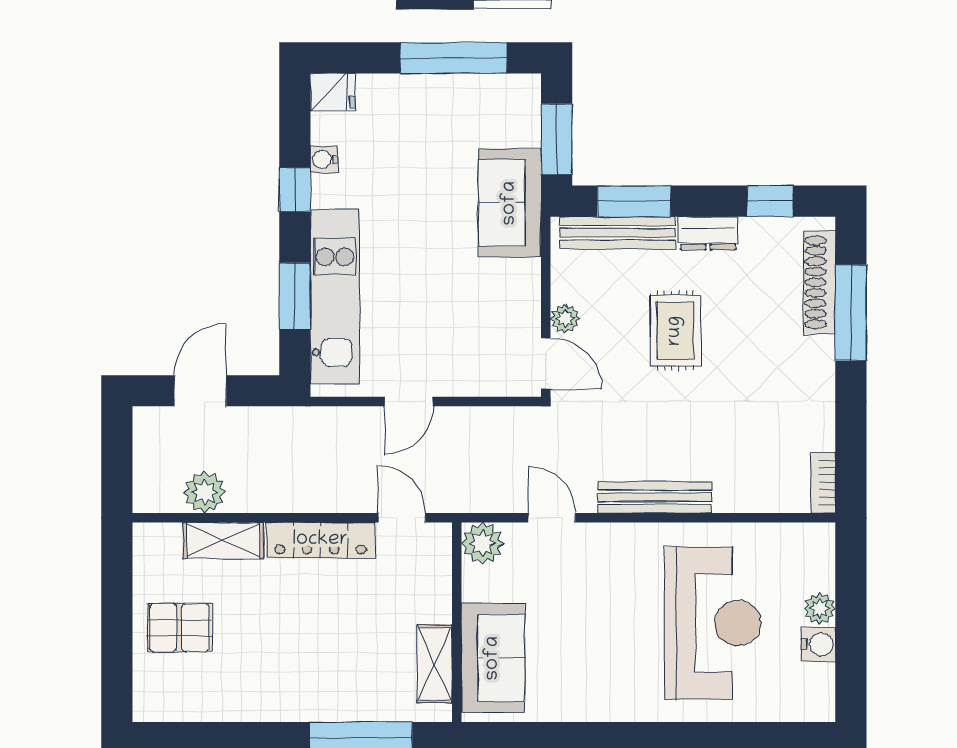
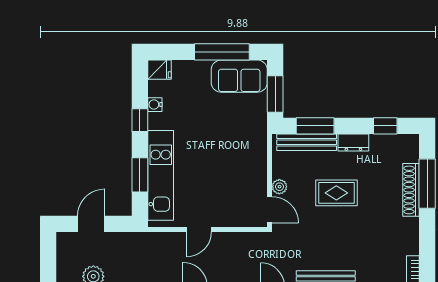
sofa: (510, 203) -> (239, 76), moved, turned -90
shoe rack: (820, 282) -> (411, 190), moved
rug: (675, 331) -> (336, 193), turned 90

